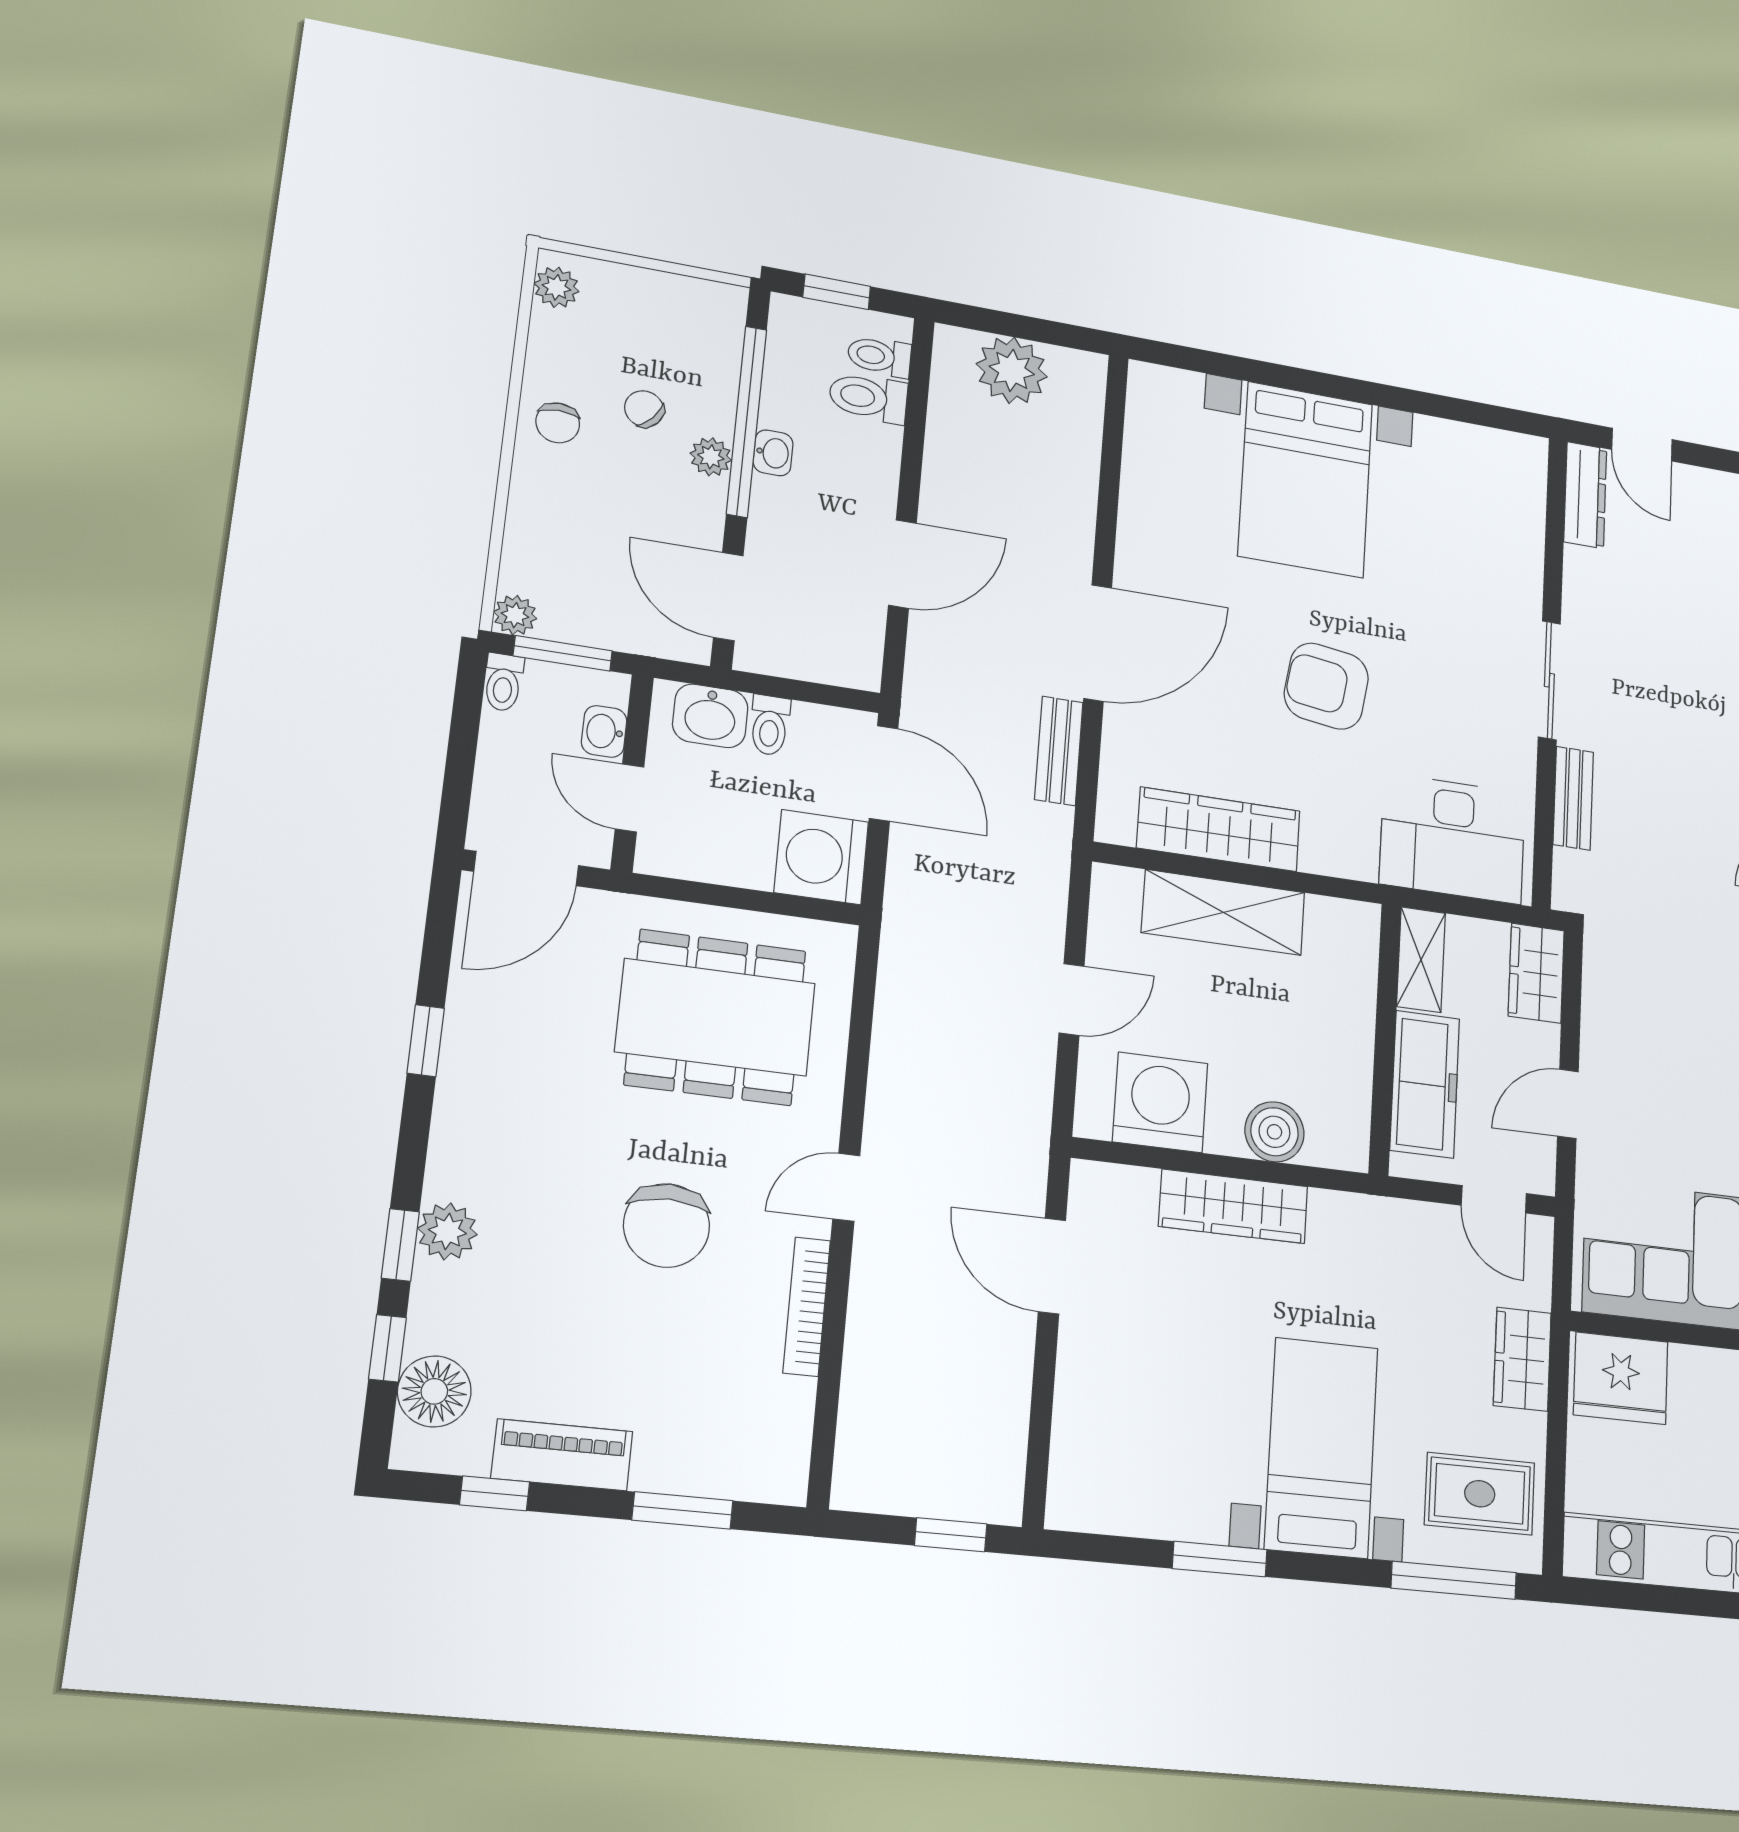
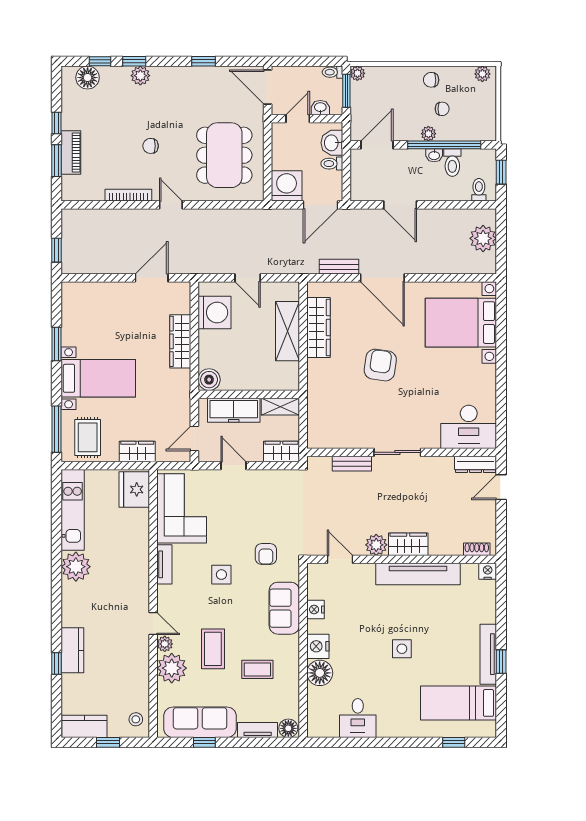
toilet: (868, 398) -> (452, 162), moved, turned 180
chair: (644, 409) -> (442, 109), turned 51
bed with nightstands: (1306, 480) -> (461, 323), moved
desk: (1453, 838) -> (469, 427), moved, turned -90
boiler: (1274, 1132) -> (209, 380), moved
chair: (667, 1225) -> (151, 146), width x0.54, depth x0.54
piano: (562, 1455) -> (71, 152), moved
window: (495, 1493) -> (56, 123), moved

